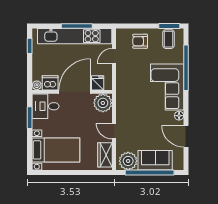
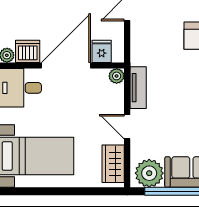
plant: (103, 103) -> (117, 76), width x0.53, depth x0.53
tv unit: (121, 106) -> (138, 88), added

